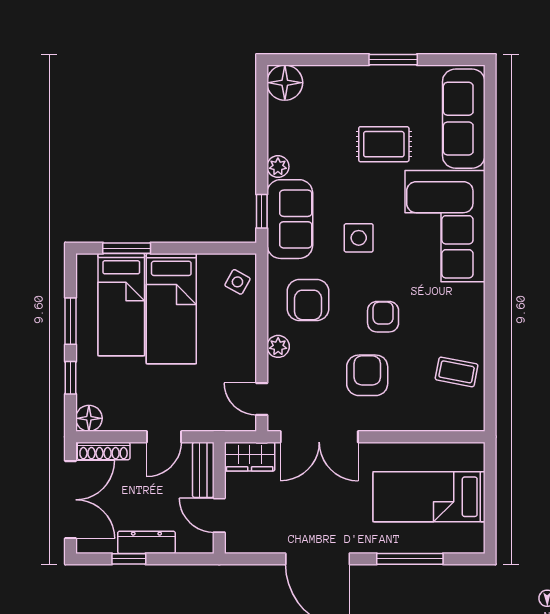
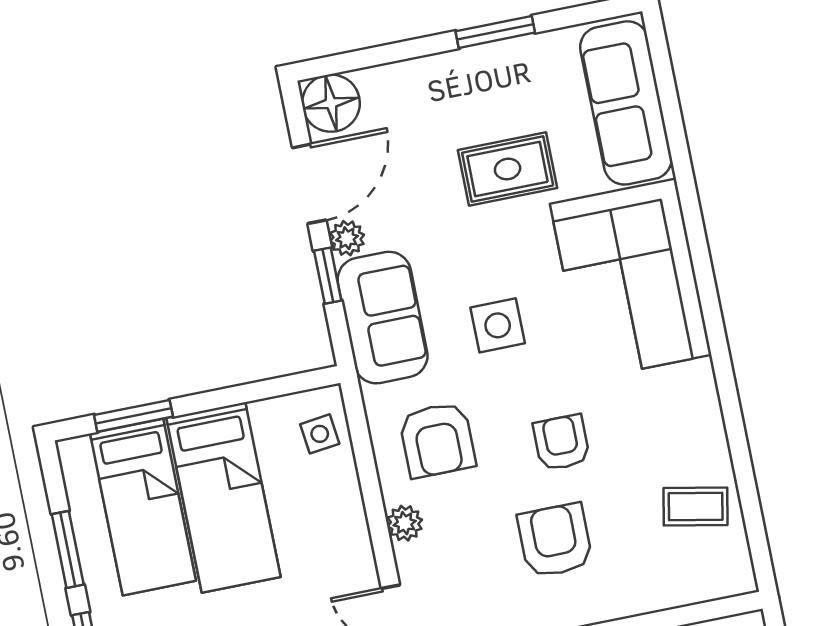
door: (262, 129) -> (309, 184), added
window: (262, 211) -> (328, 276), moved
side table: (237, 282) -> (320, 434), turned -36

